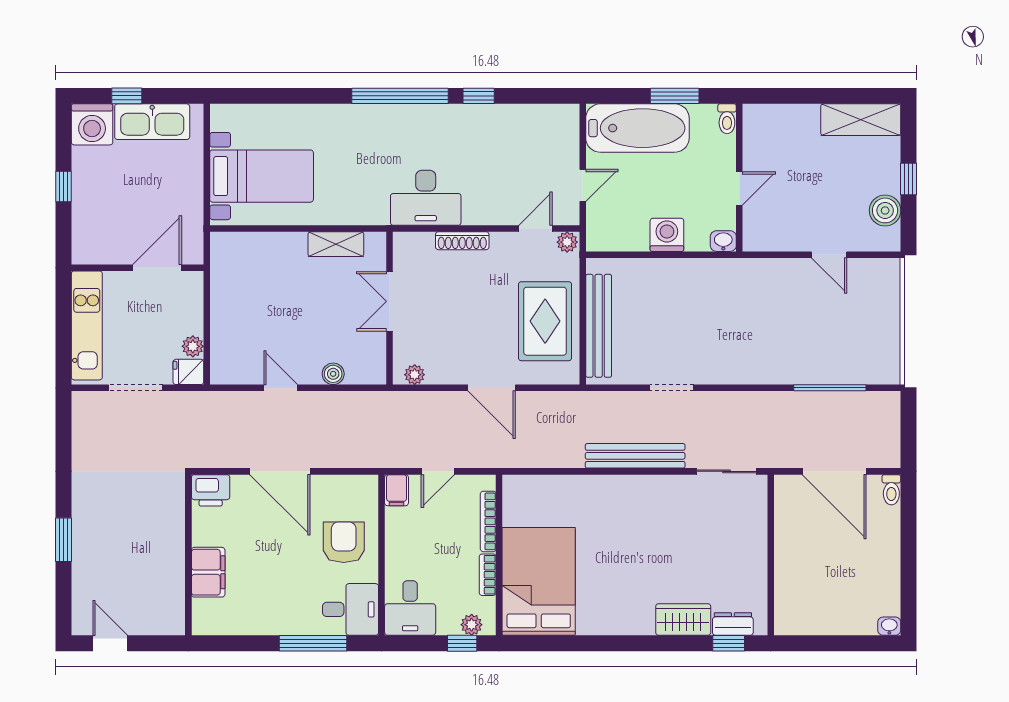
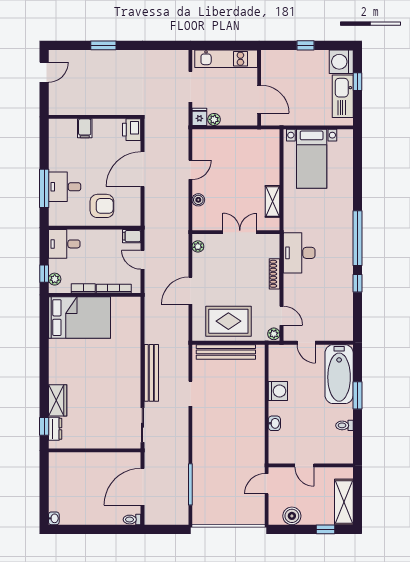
wall: (739, 178) -> (311, 465), moved
window: (909, 179) -> (326, 529), moved
door: (739, 188) -> (304, 465), moved
filing cabinet: (208, 572) -> (85, 128), width x0.50
desk: (351, 609) -> (65, 187), moved, turned 90

